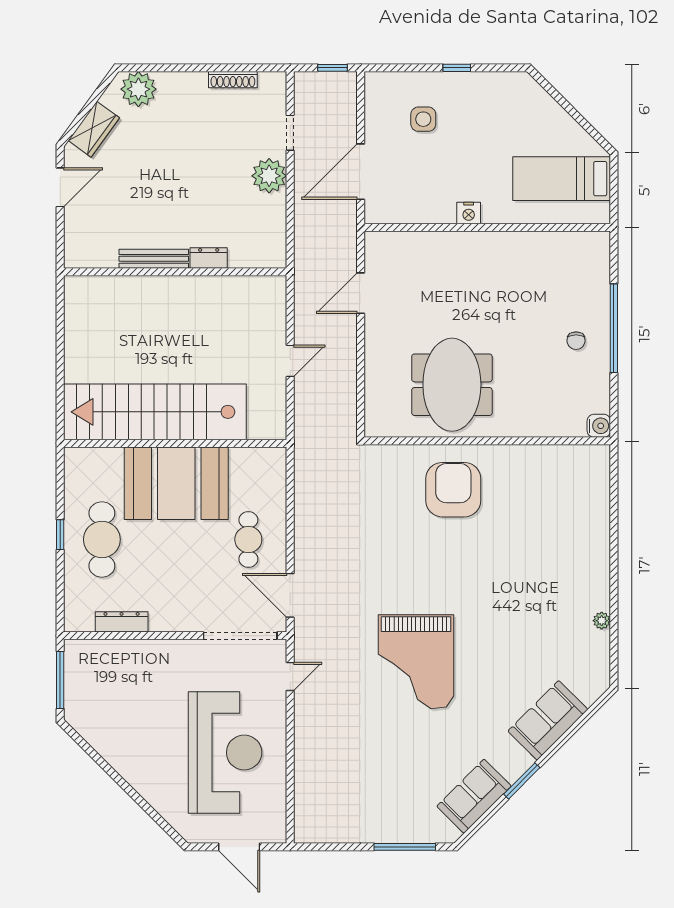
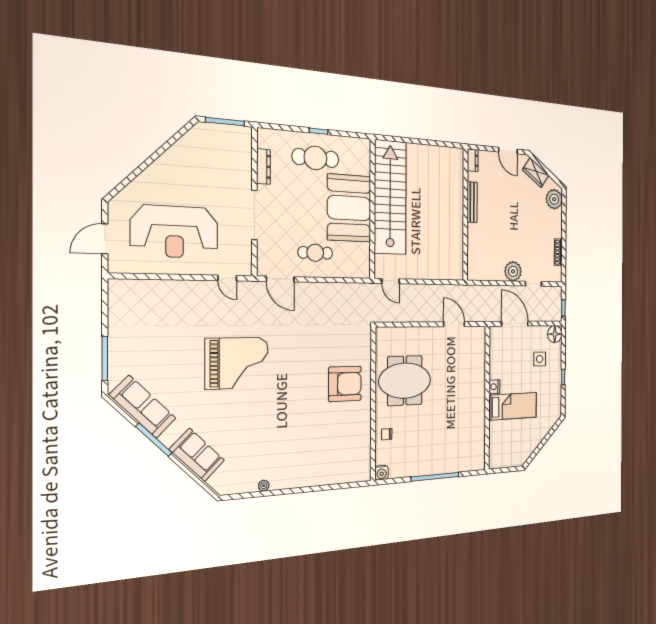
floor lamp: (379, 87) -> (555, 334), added
bed: (562, 179) -> (513, 406), moved, turned 90
dresser: (209, 258) -> (473, 160), moved
chair: (576, 341) -> (387, 434), moved
door: (290, 361) -> (391, 281), moved
door: (290, 595) -> (280, 279), swing flipped
doorway: (240, 636) -> (254, 215), moved
grand piano: (416, 662) -> (237, 363), turned 180
window: (522, 781) -> (154, 440), width x1.44
sofa: (474, 796) -> (143, 407), width x1.36

